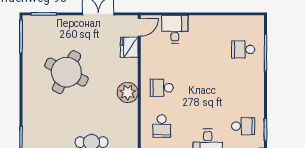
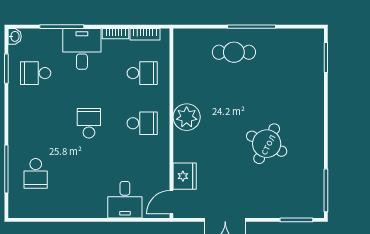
school desk: (243, 49) -> (36, 173), turned 90
round table: (66, 72) -> (267, 144), width x0.73, depth x0.73
school desk: (202, 88) -> (89, 123), added
school desk: (162, 126) -> (142, 73), turned 90

